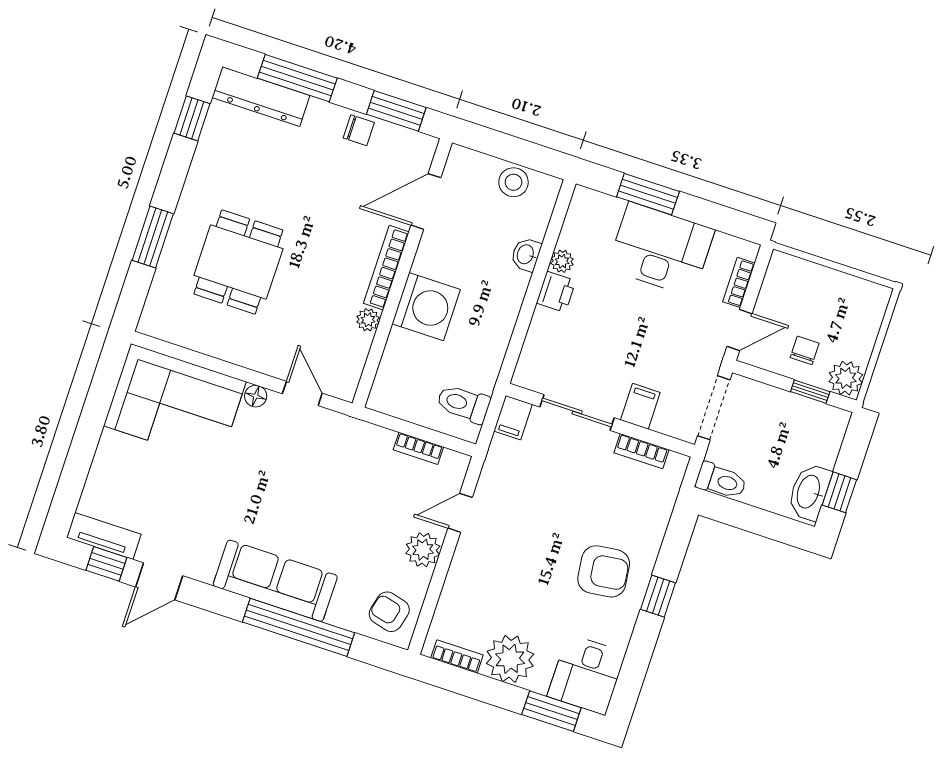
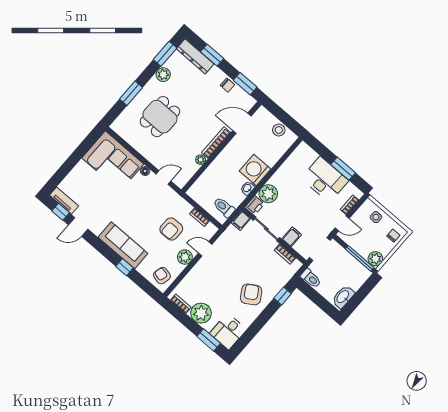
window: (297, 78) -> (212, 55), width x0.69
window: (192, 118) -> (165, 54), width x1.50
plant: (207, 166) -> (163, 75), added
window: (648, 194) -> (343, 169), moved
washbasin: (526, 255) -> (247, 188), moved
plant: (562, 261) -> (268, 194), moved, width x1.88, depth x1.88
side table: (809, 285) -> (376, 217), added
printer: (556, 292) -> (255, 205), moved
washing machine: (426, 307) -> (255, 170), moved, turned 180
chair: (805, 350) -> (393, 236), moved
window: (810, 392) -> (360, 258), width x2.17
door: (302, 393) -> (163, 178), hinge flipped
window: (839, 492) -> (355, 302), removed
armchair: (367, 500) -> (171, 229), added
armchair: (604, 571) -> (251, 294), turned -115
window: (658, 596) -> (283, 296), moved
window: (299, 627) -> (124, 267), width x0.32

